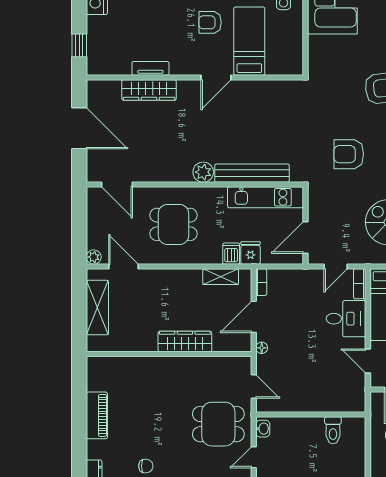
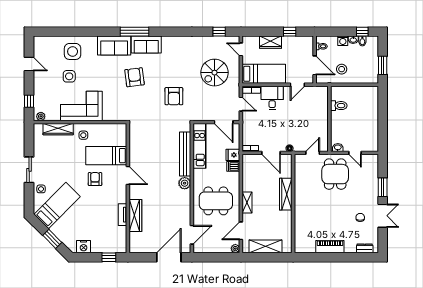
armchair: (210, 22) -> (95, 179), turned 180
door: (79, 128) -> (169, 257), moved
dining table: (174, 224) -> (216, 201), width x1.38
shelving: (221, 277) -> (247, 202), moved

